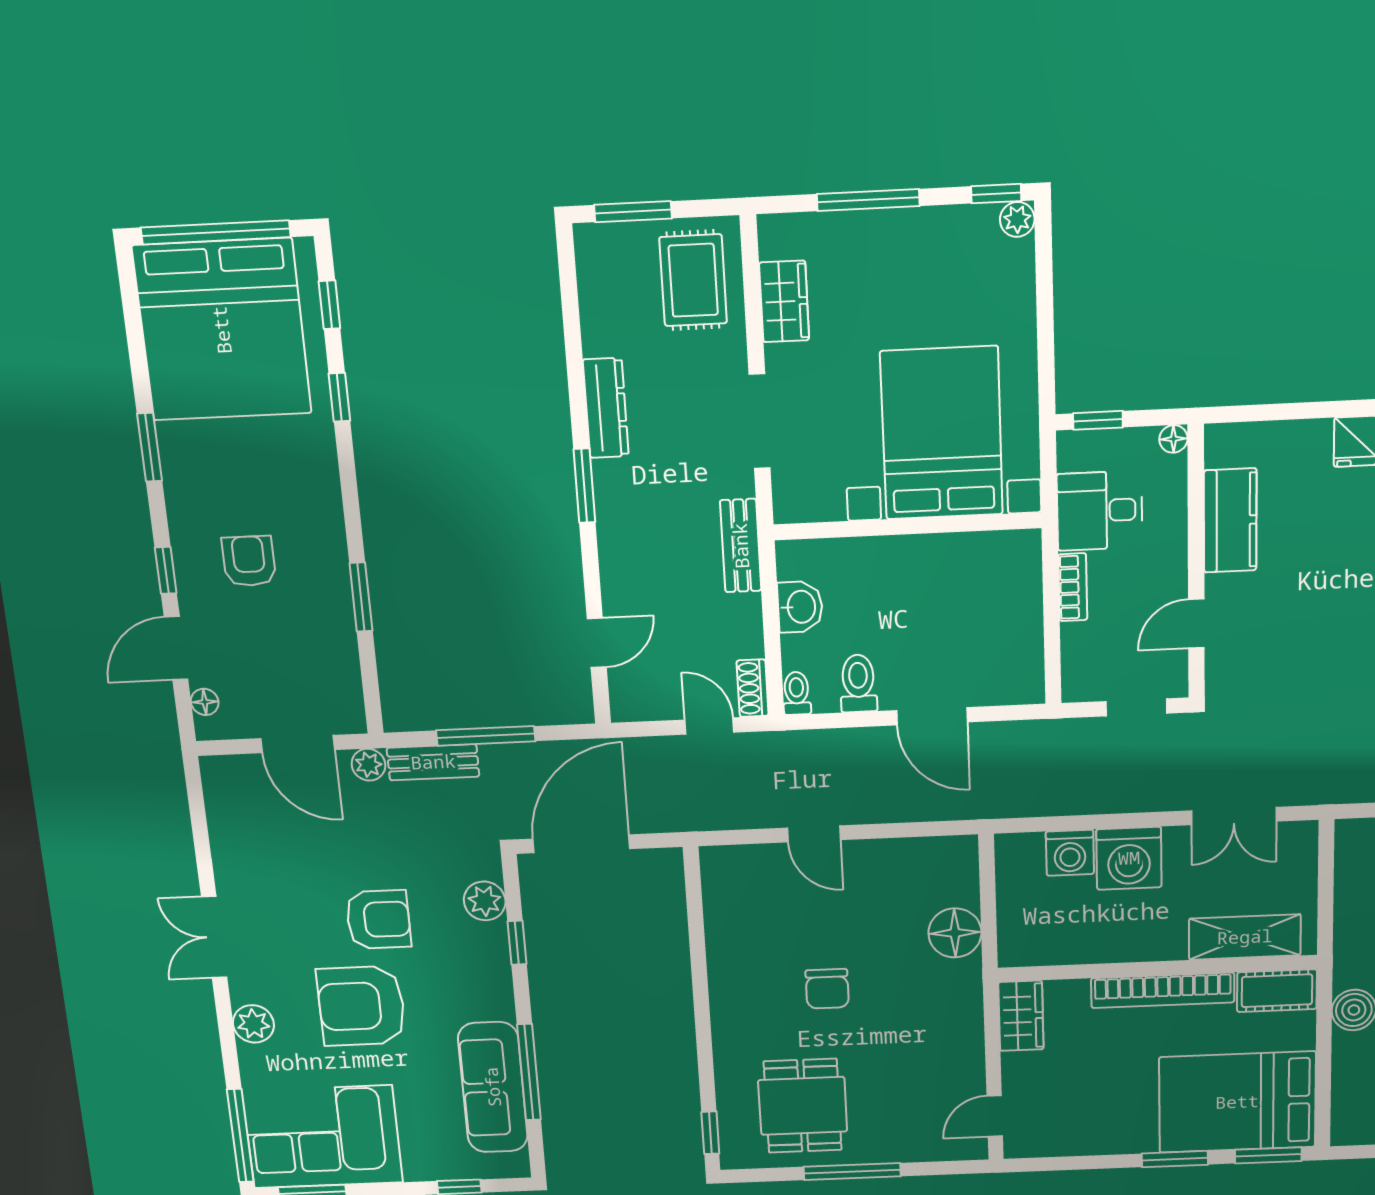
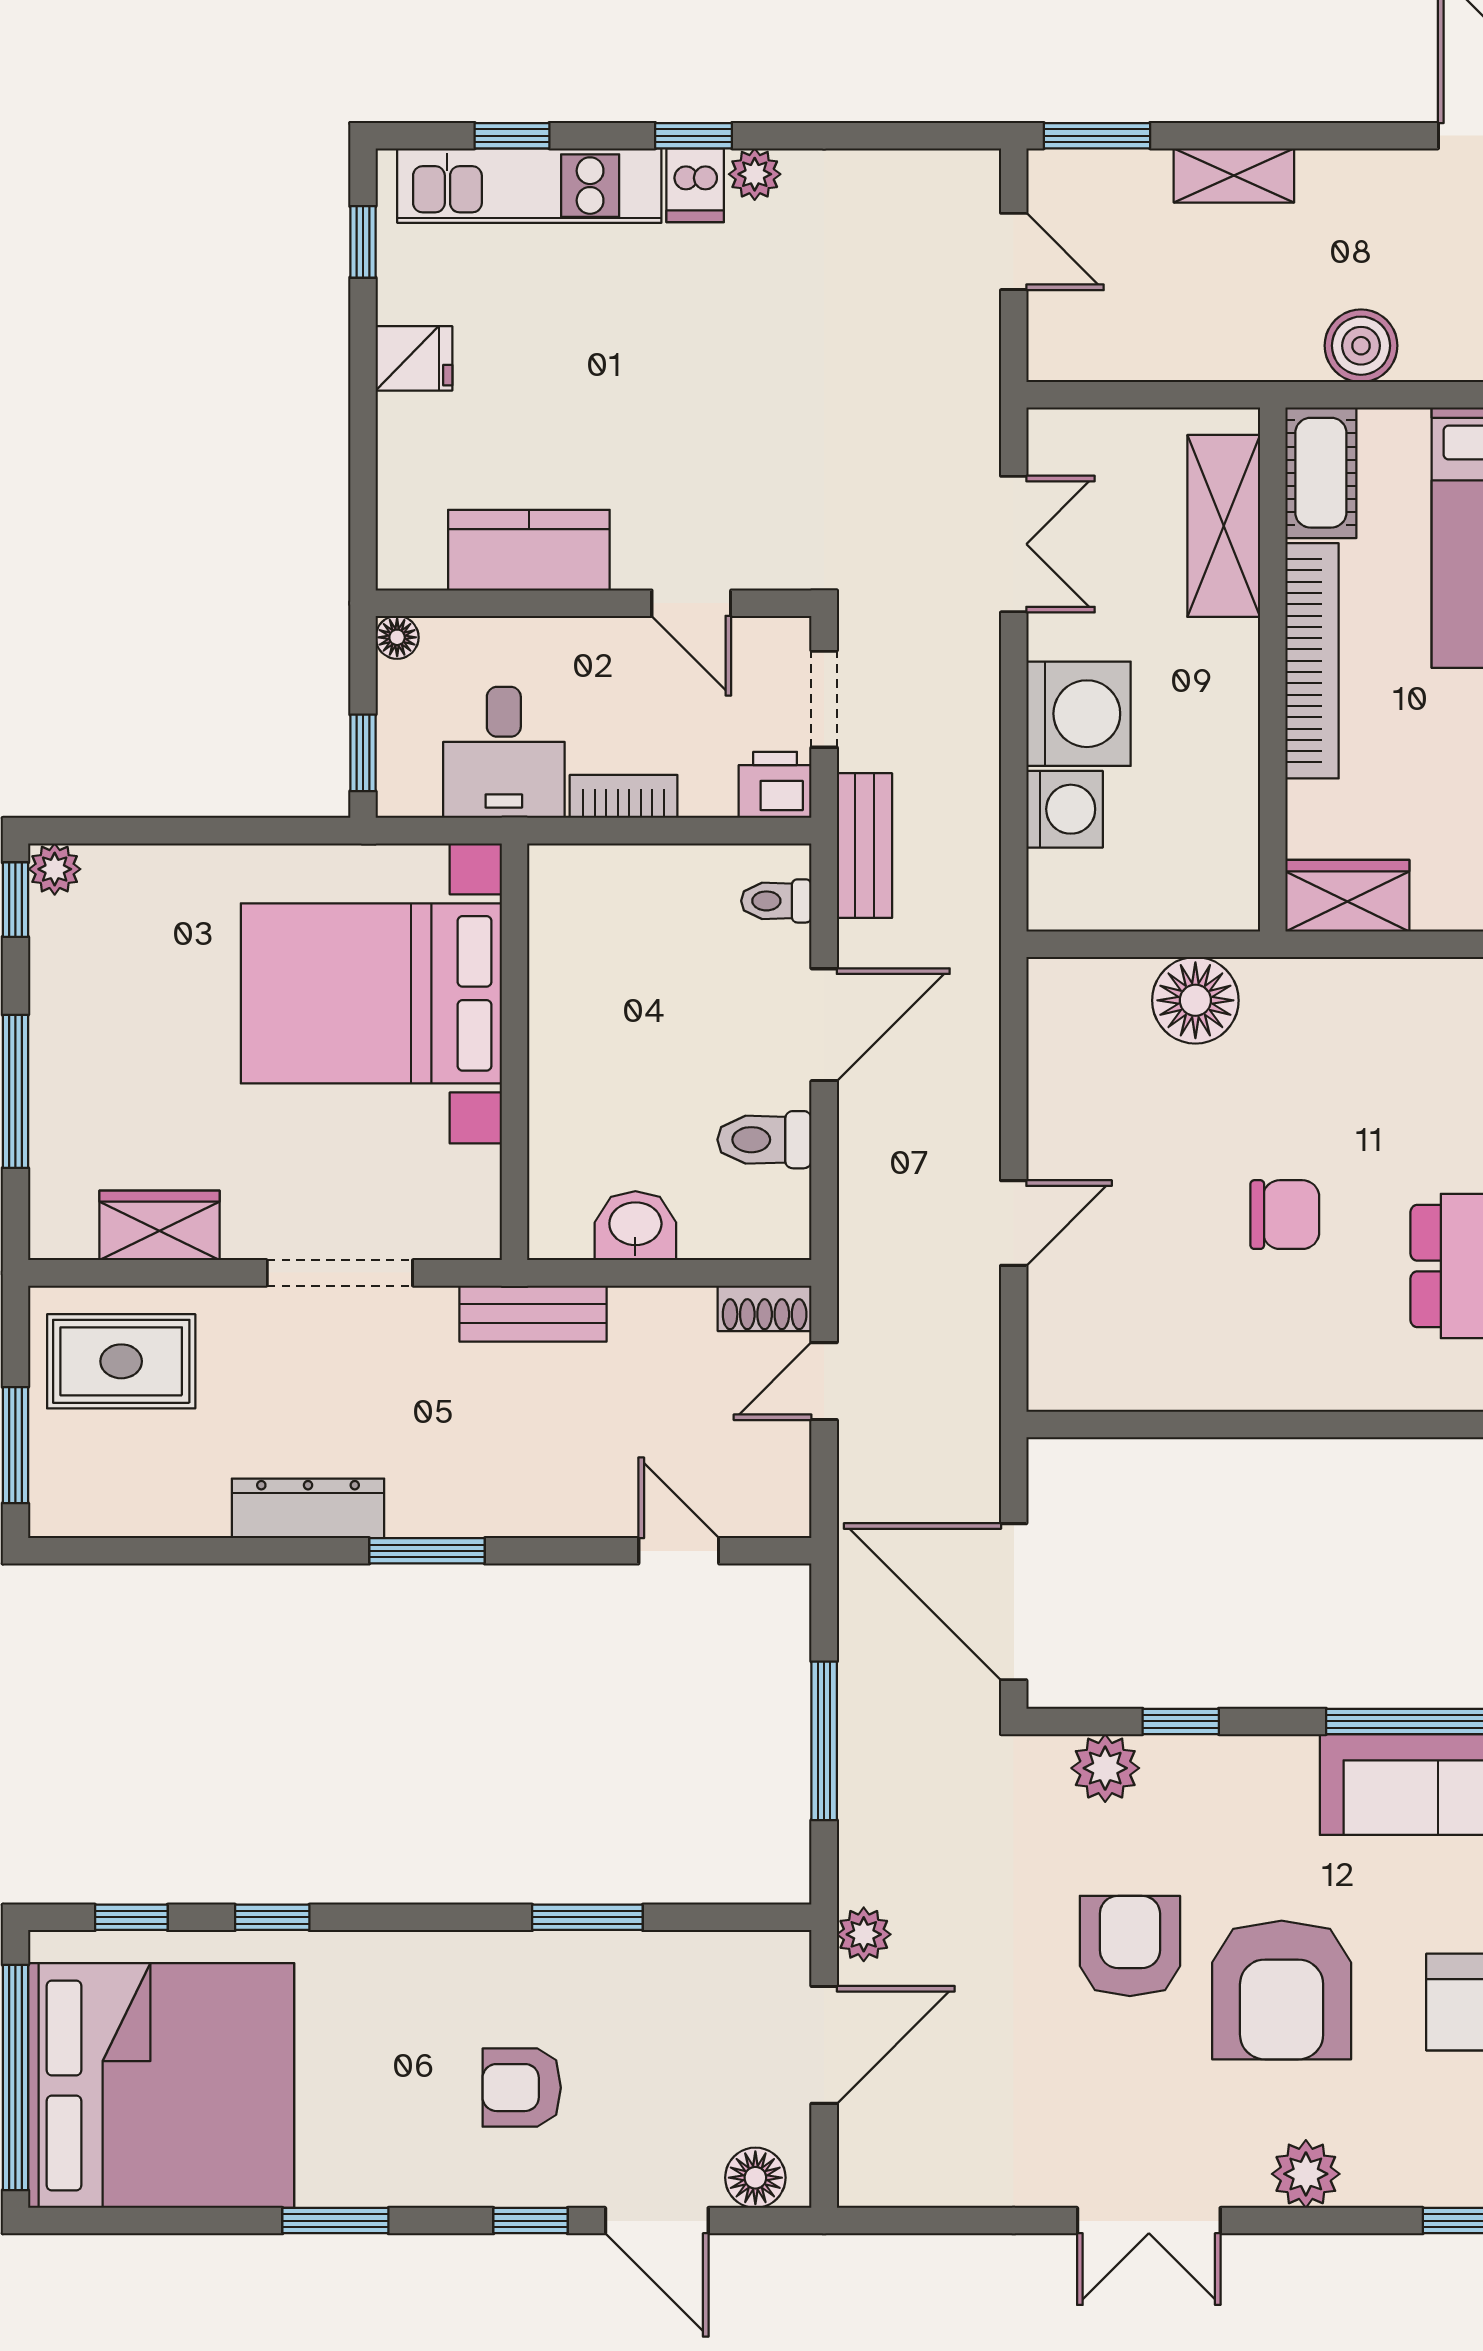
printer: (1082, 680) -> (775, 785), added
toilet: (797, 693) -> (776, 901), moved
floor lamp: (205, 702) -> (755, 2178), width x1.37, depth x1.37
bench: (433, 762) -> (864, 846), moved

